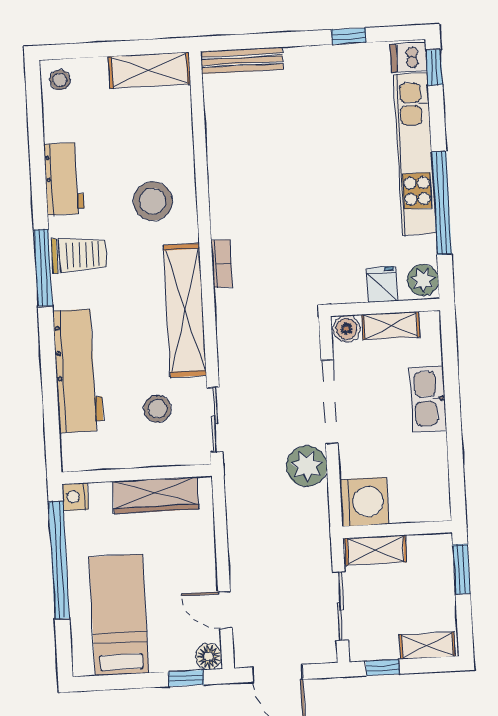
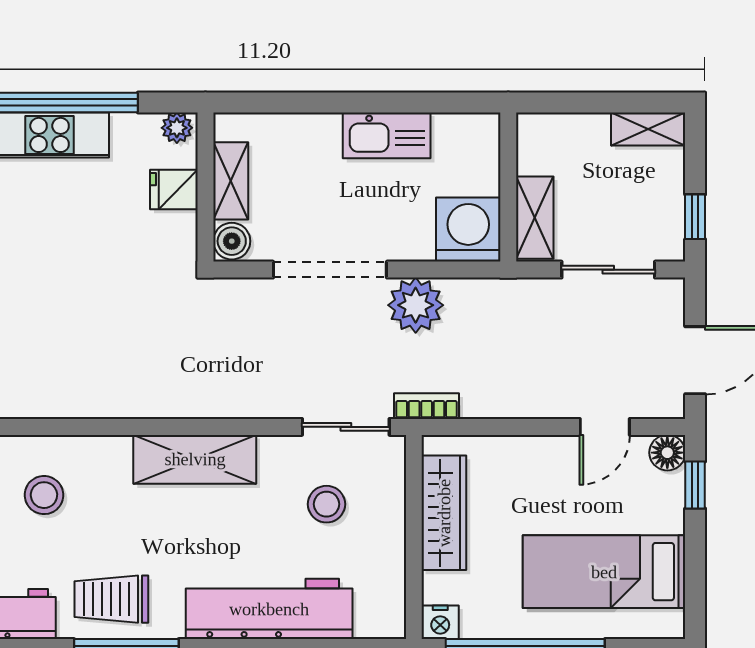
stool: (153, 201) -> (44, 495), width x0.73, depth x0.73
trolley: (79, 255) -> (111, 599), turned -90
bookcase: (222, 264) -> (427, 406), moved
plant: (423, 280) -> (177, 128), width x0.73, depth x0.73
shelving: (185, 310) -> (195, 459), width x0.68
kitchen sink: (428, 399) -> (387, 135), moved
window: (461, 569) -> (567, 102), removed
shelving: (427, 646) -> (648, 129), moved, turned 90

